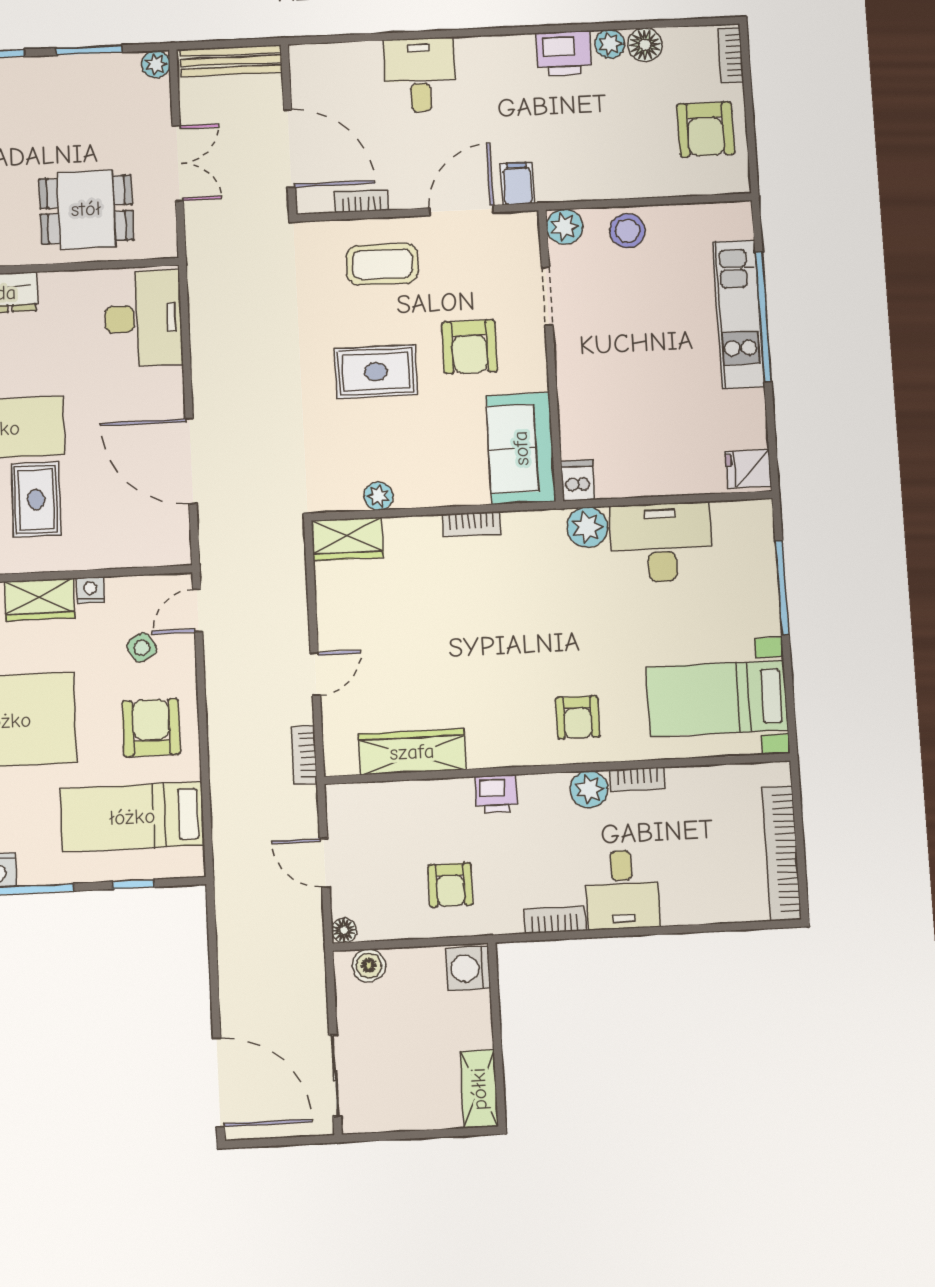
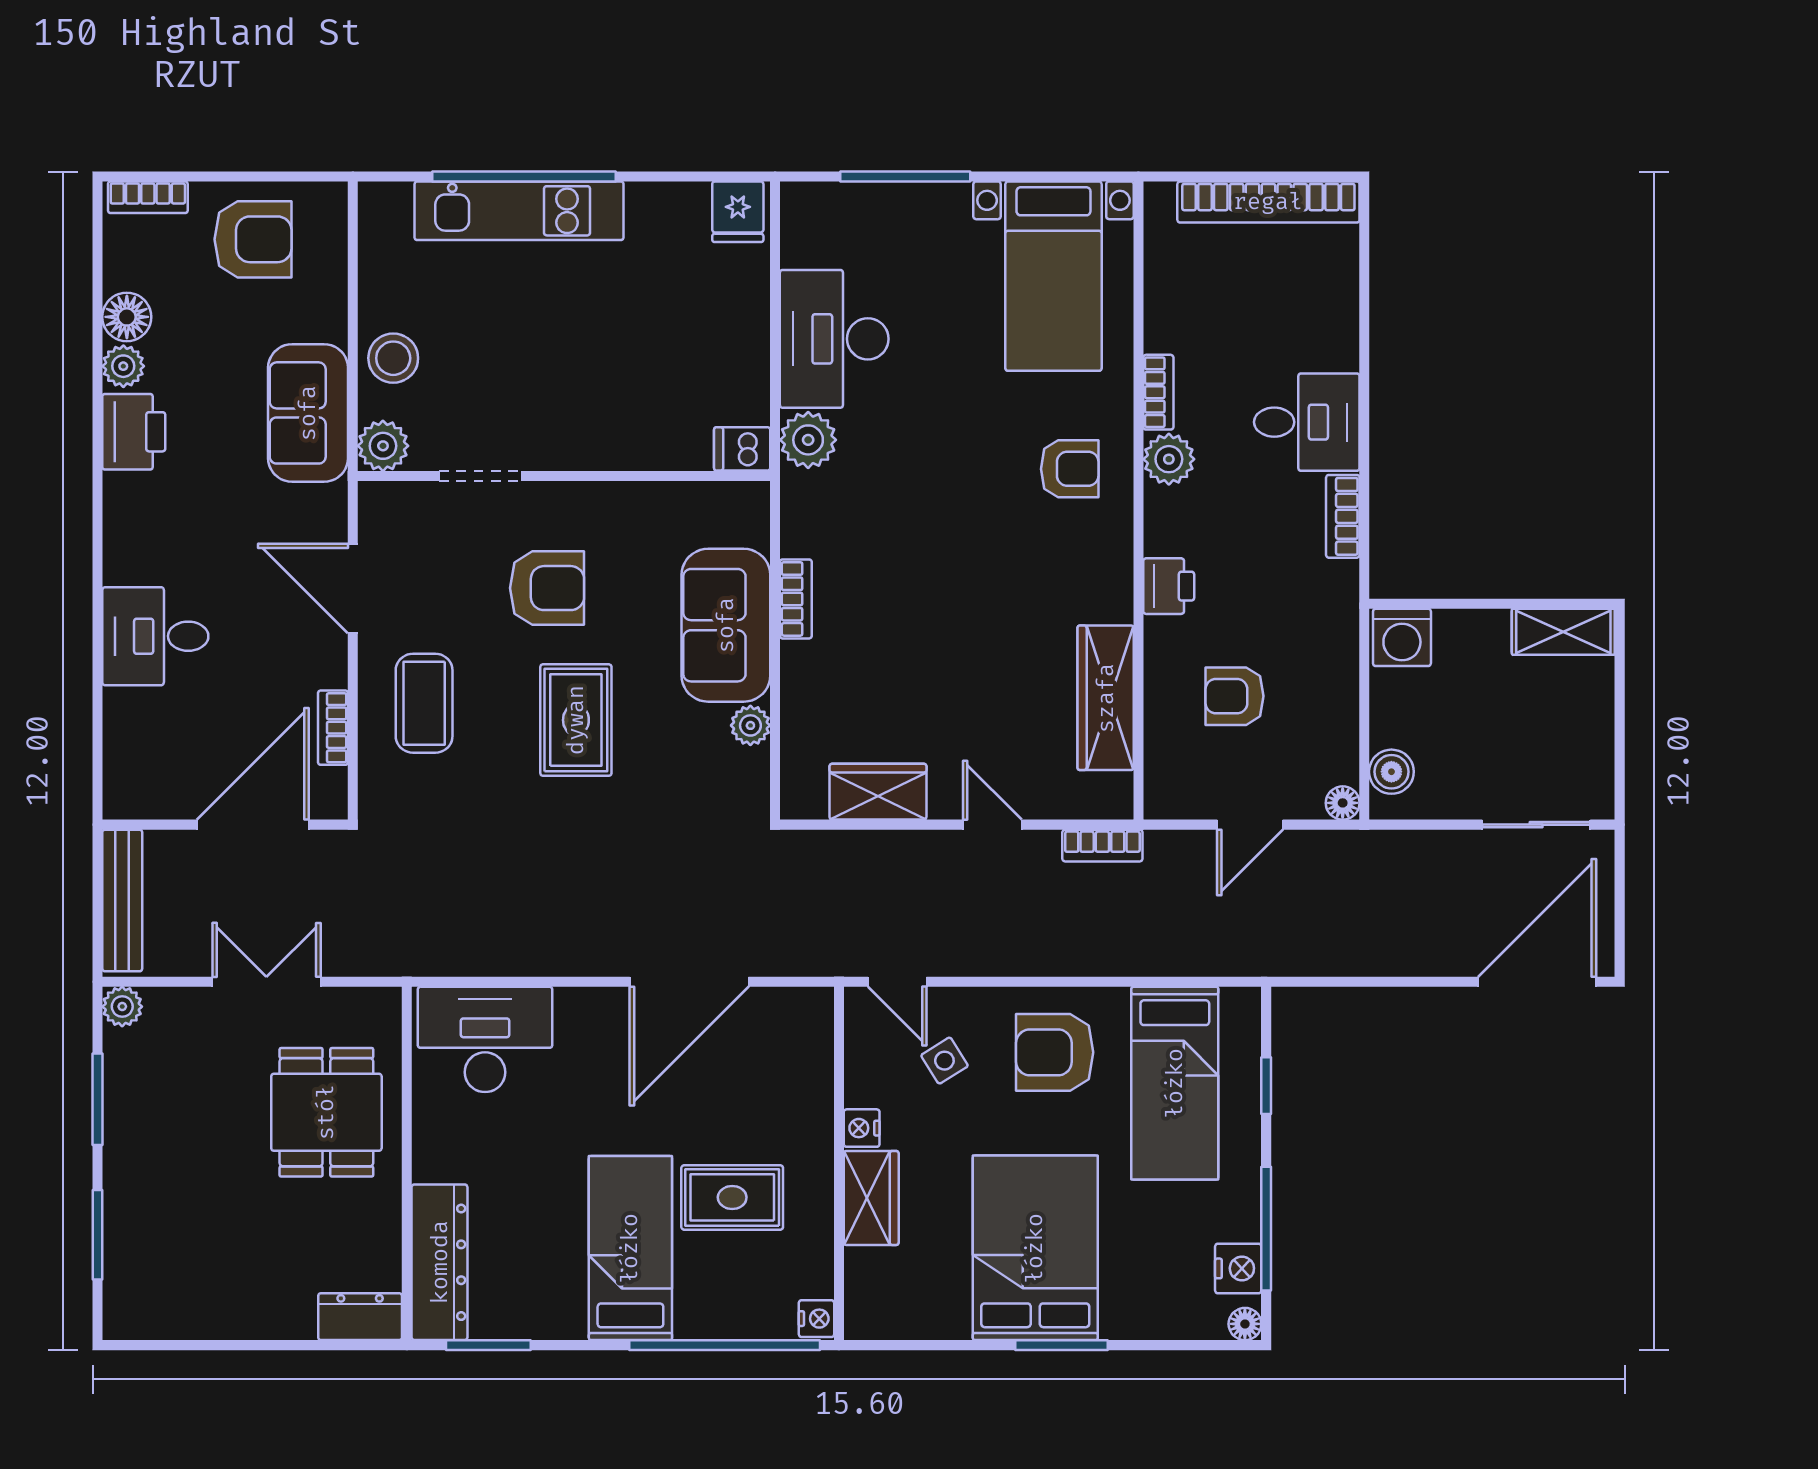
sofa: (585, 173) -> (308, 413), added
filing cabinet: (517, 183) -> (318, 508), removed
sofa: (521, 448) -> (726, 625), moved, turned 90
wardrobe: (347, 539) -> (878, 792), moved, turned -90
armchair: (450, 885) -> (1235, 696), moved, turned 180

